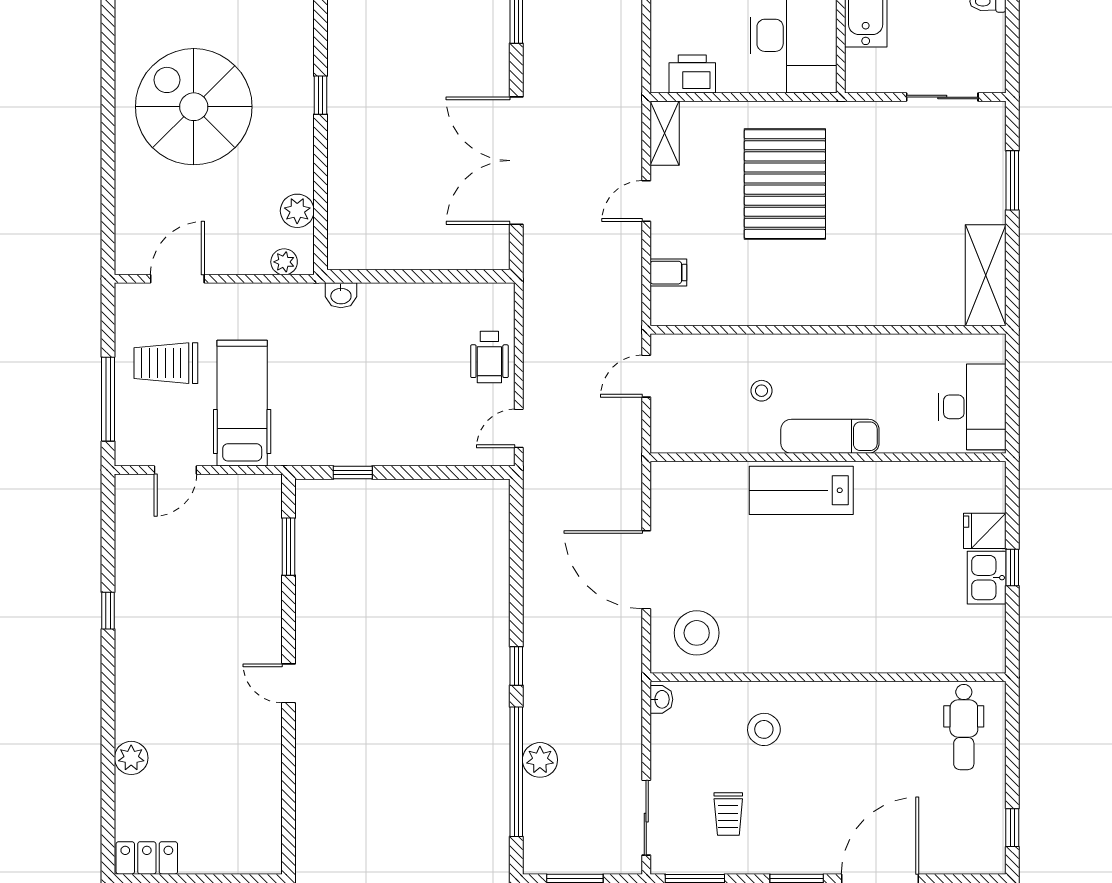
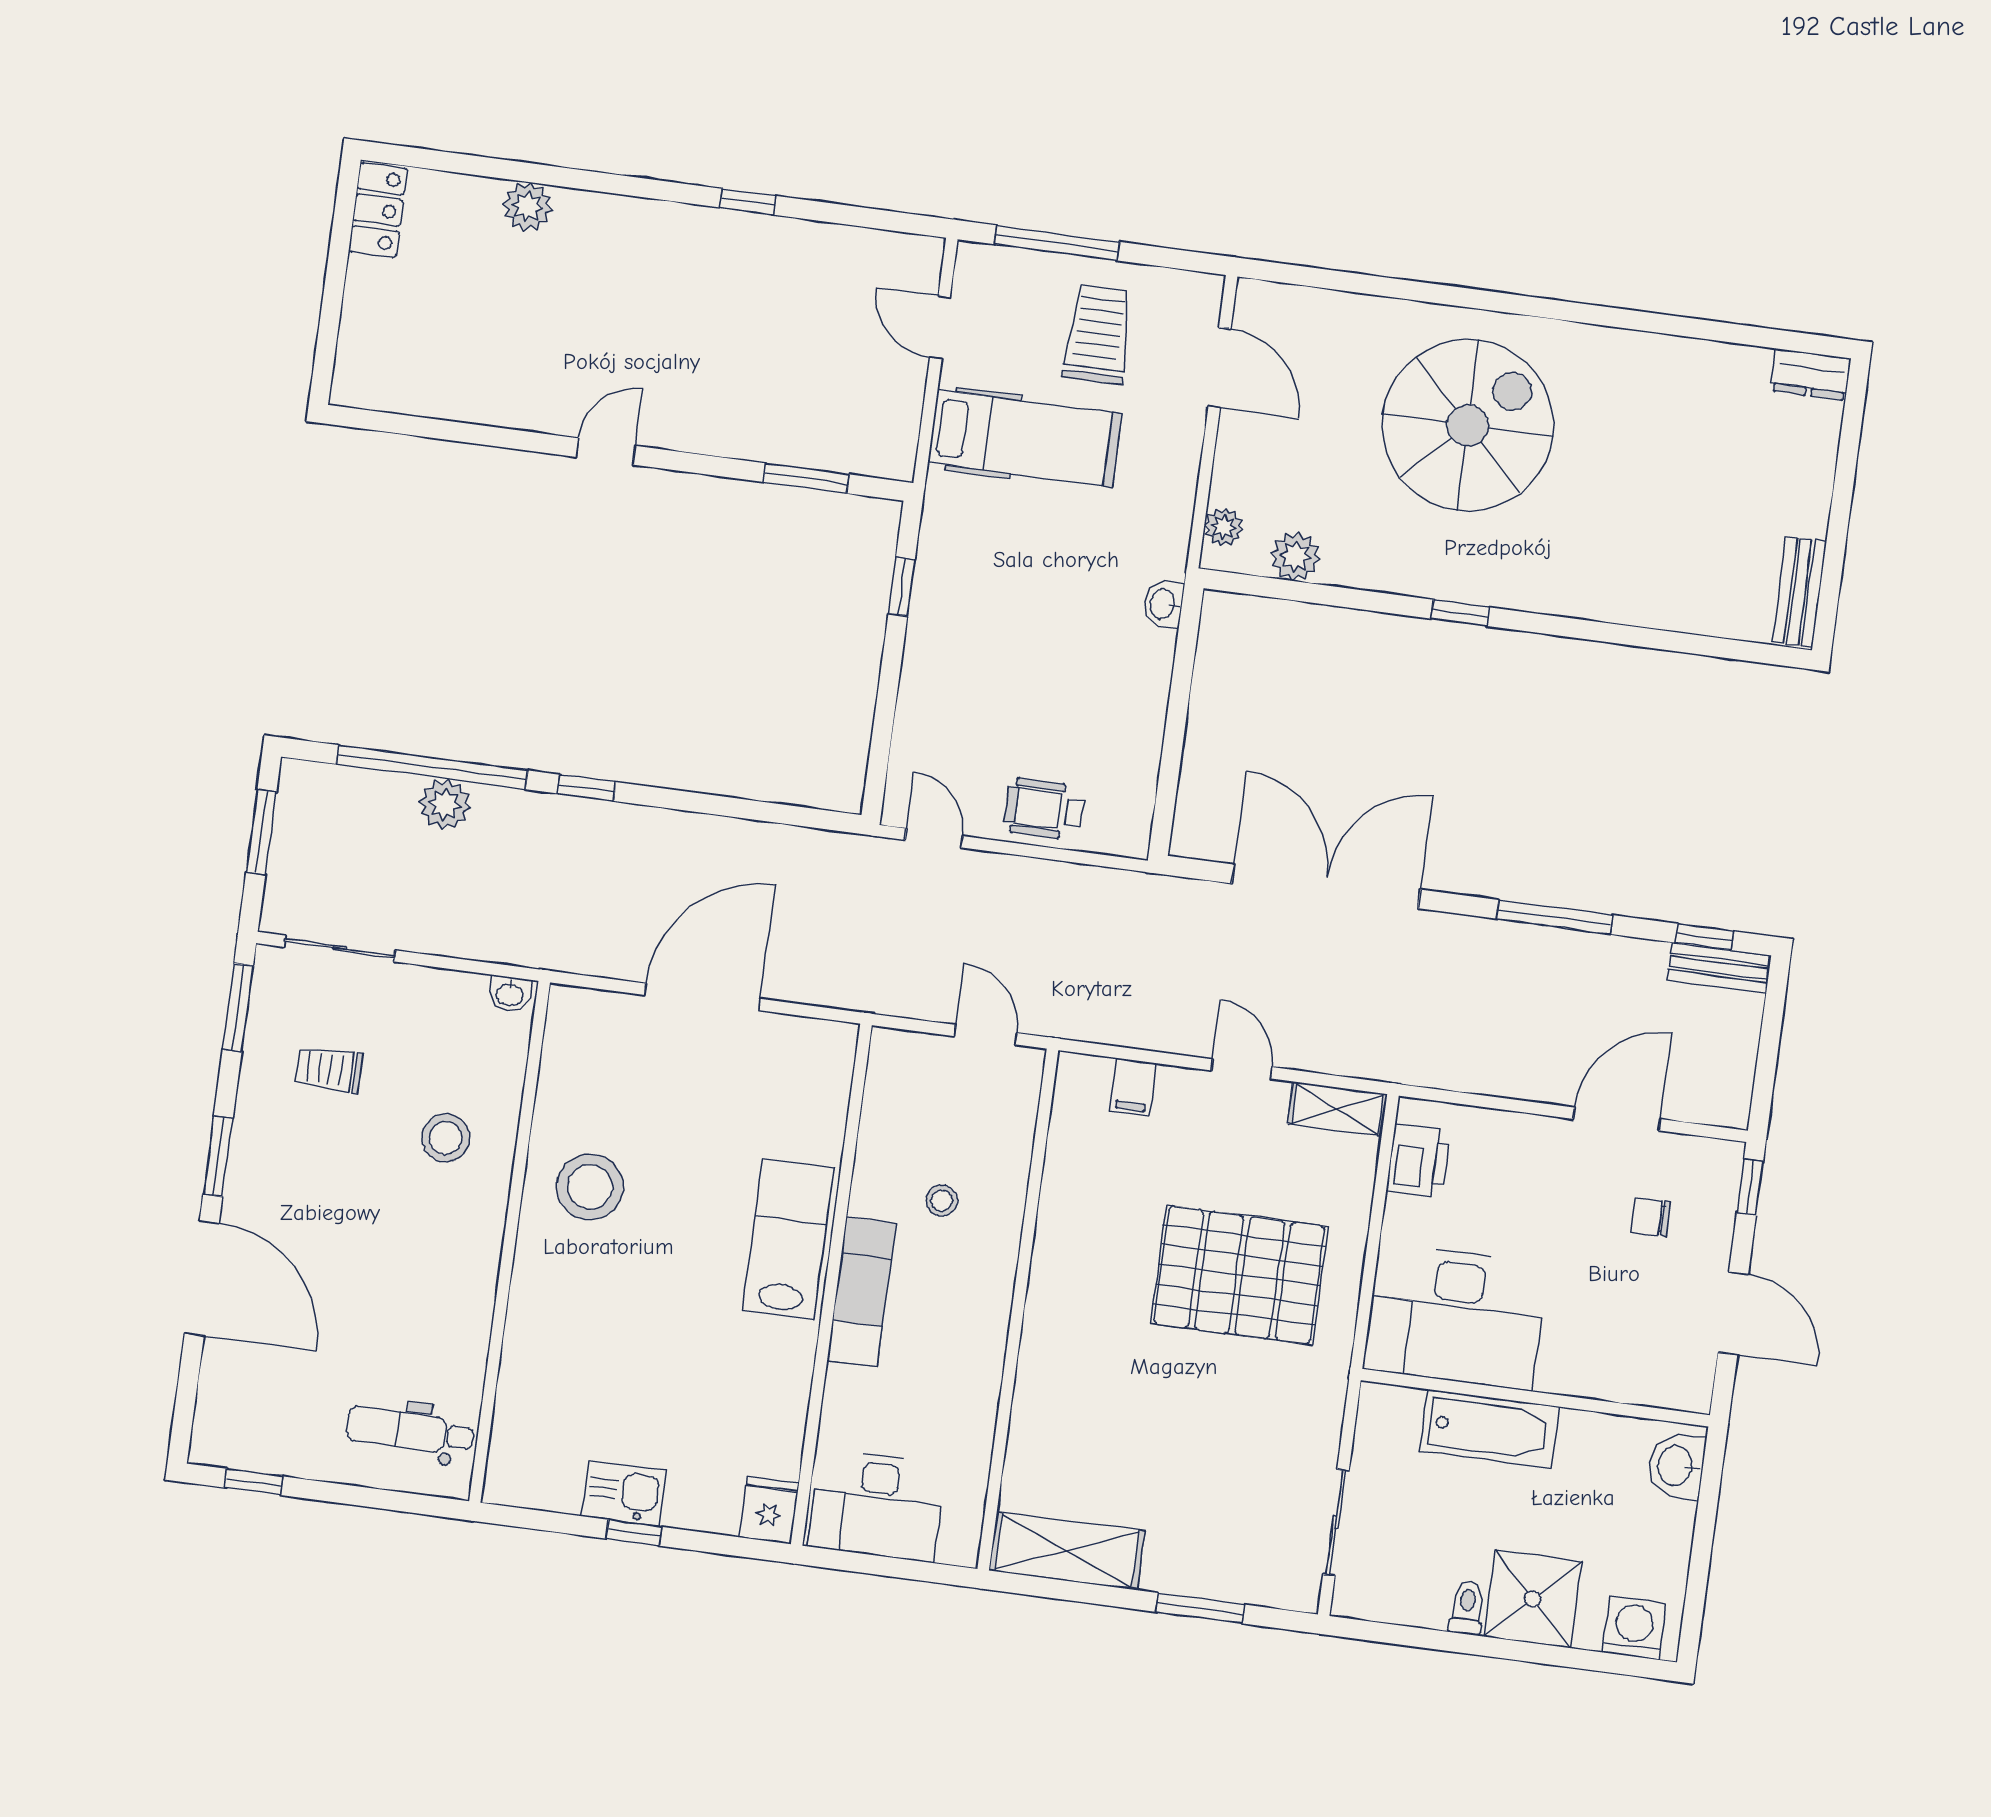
fridge: (985, 531) -> (769, 1510), moved
stool: (697, 633) -> (590, 1187), moved

